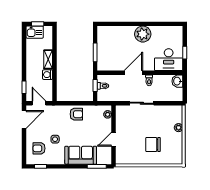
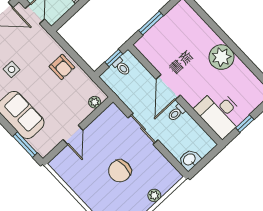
door: (133, 73) -> (168, 87), swing flipped
washbasin: (177, 81) -> (190, 160), moved
door: (114, 139) -> (73, 135), swing flipped
chair: (153, 144) -> (120, 171), moved, turned -90

